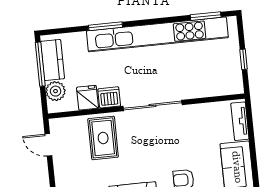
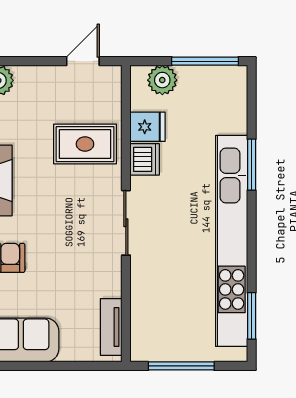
window: (244, 59) -> (181, 366), width x2.17
kitchen counter: (52, 60) -> (209, 80), removed
sliding door: (152, 106) -> (126, 223), width x0.73
tv unit: (240, 121) -> (111, 327), moved, turned -90

